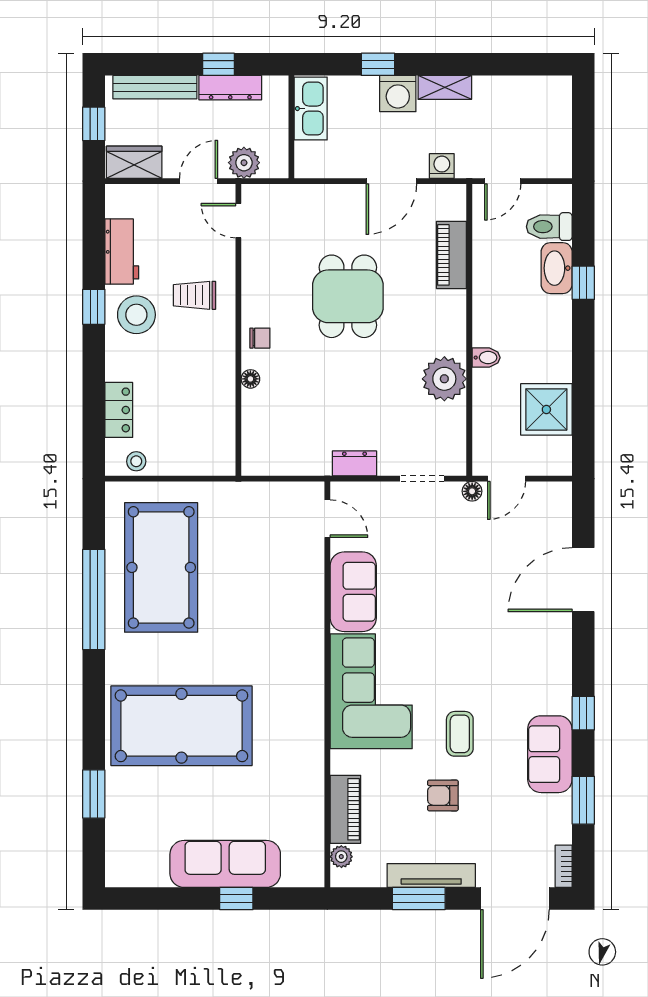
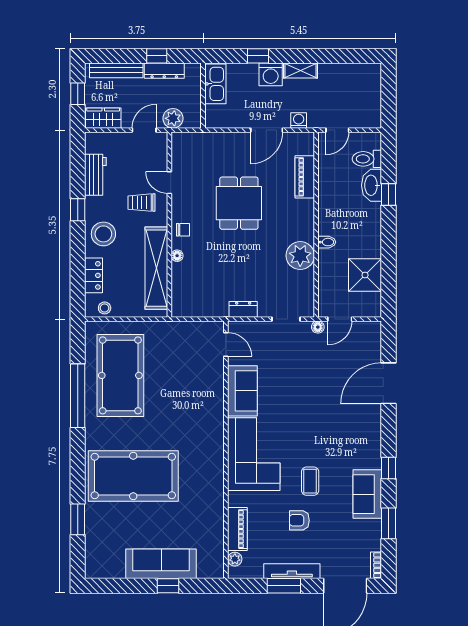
door: (238, 221) -> (169, 183), moved
stool: (136, 315) -> (103, 234), moved
shelving: (218, 399) -> (156, 268), added

